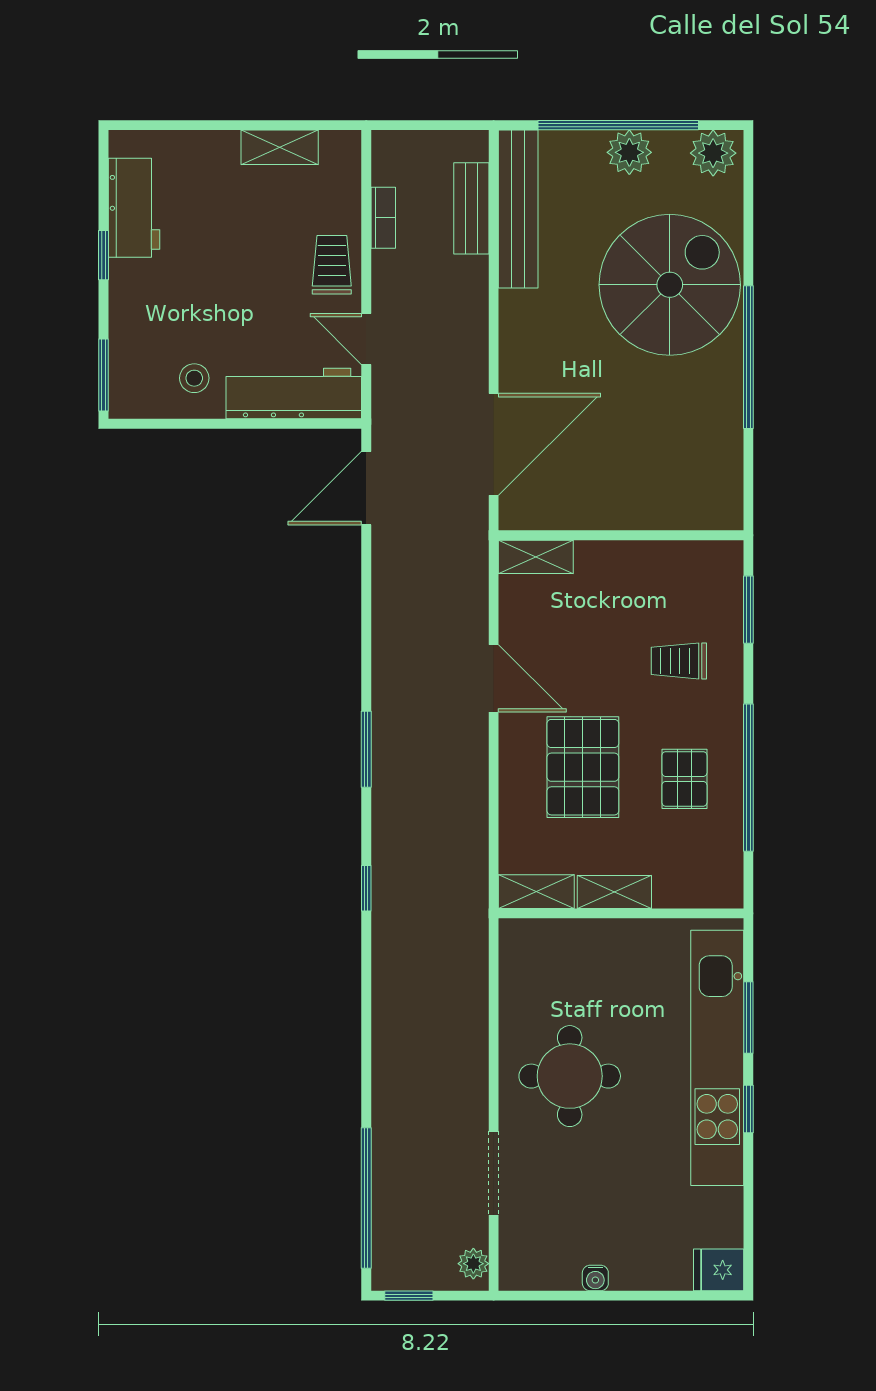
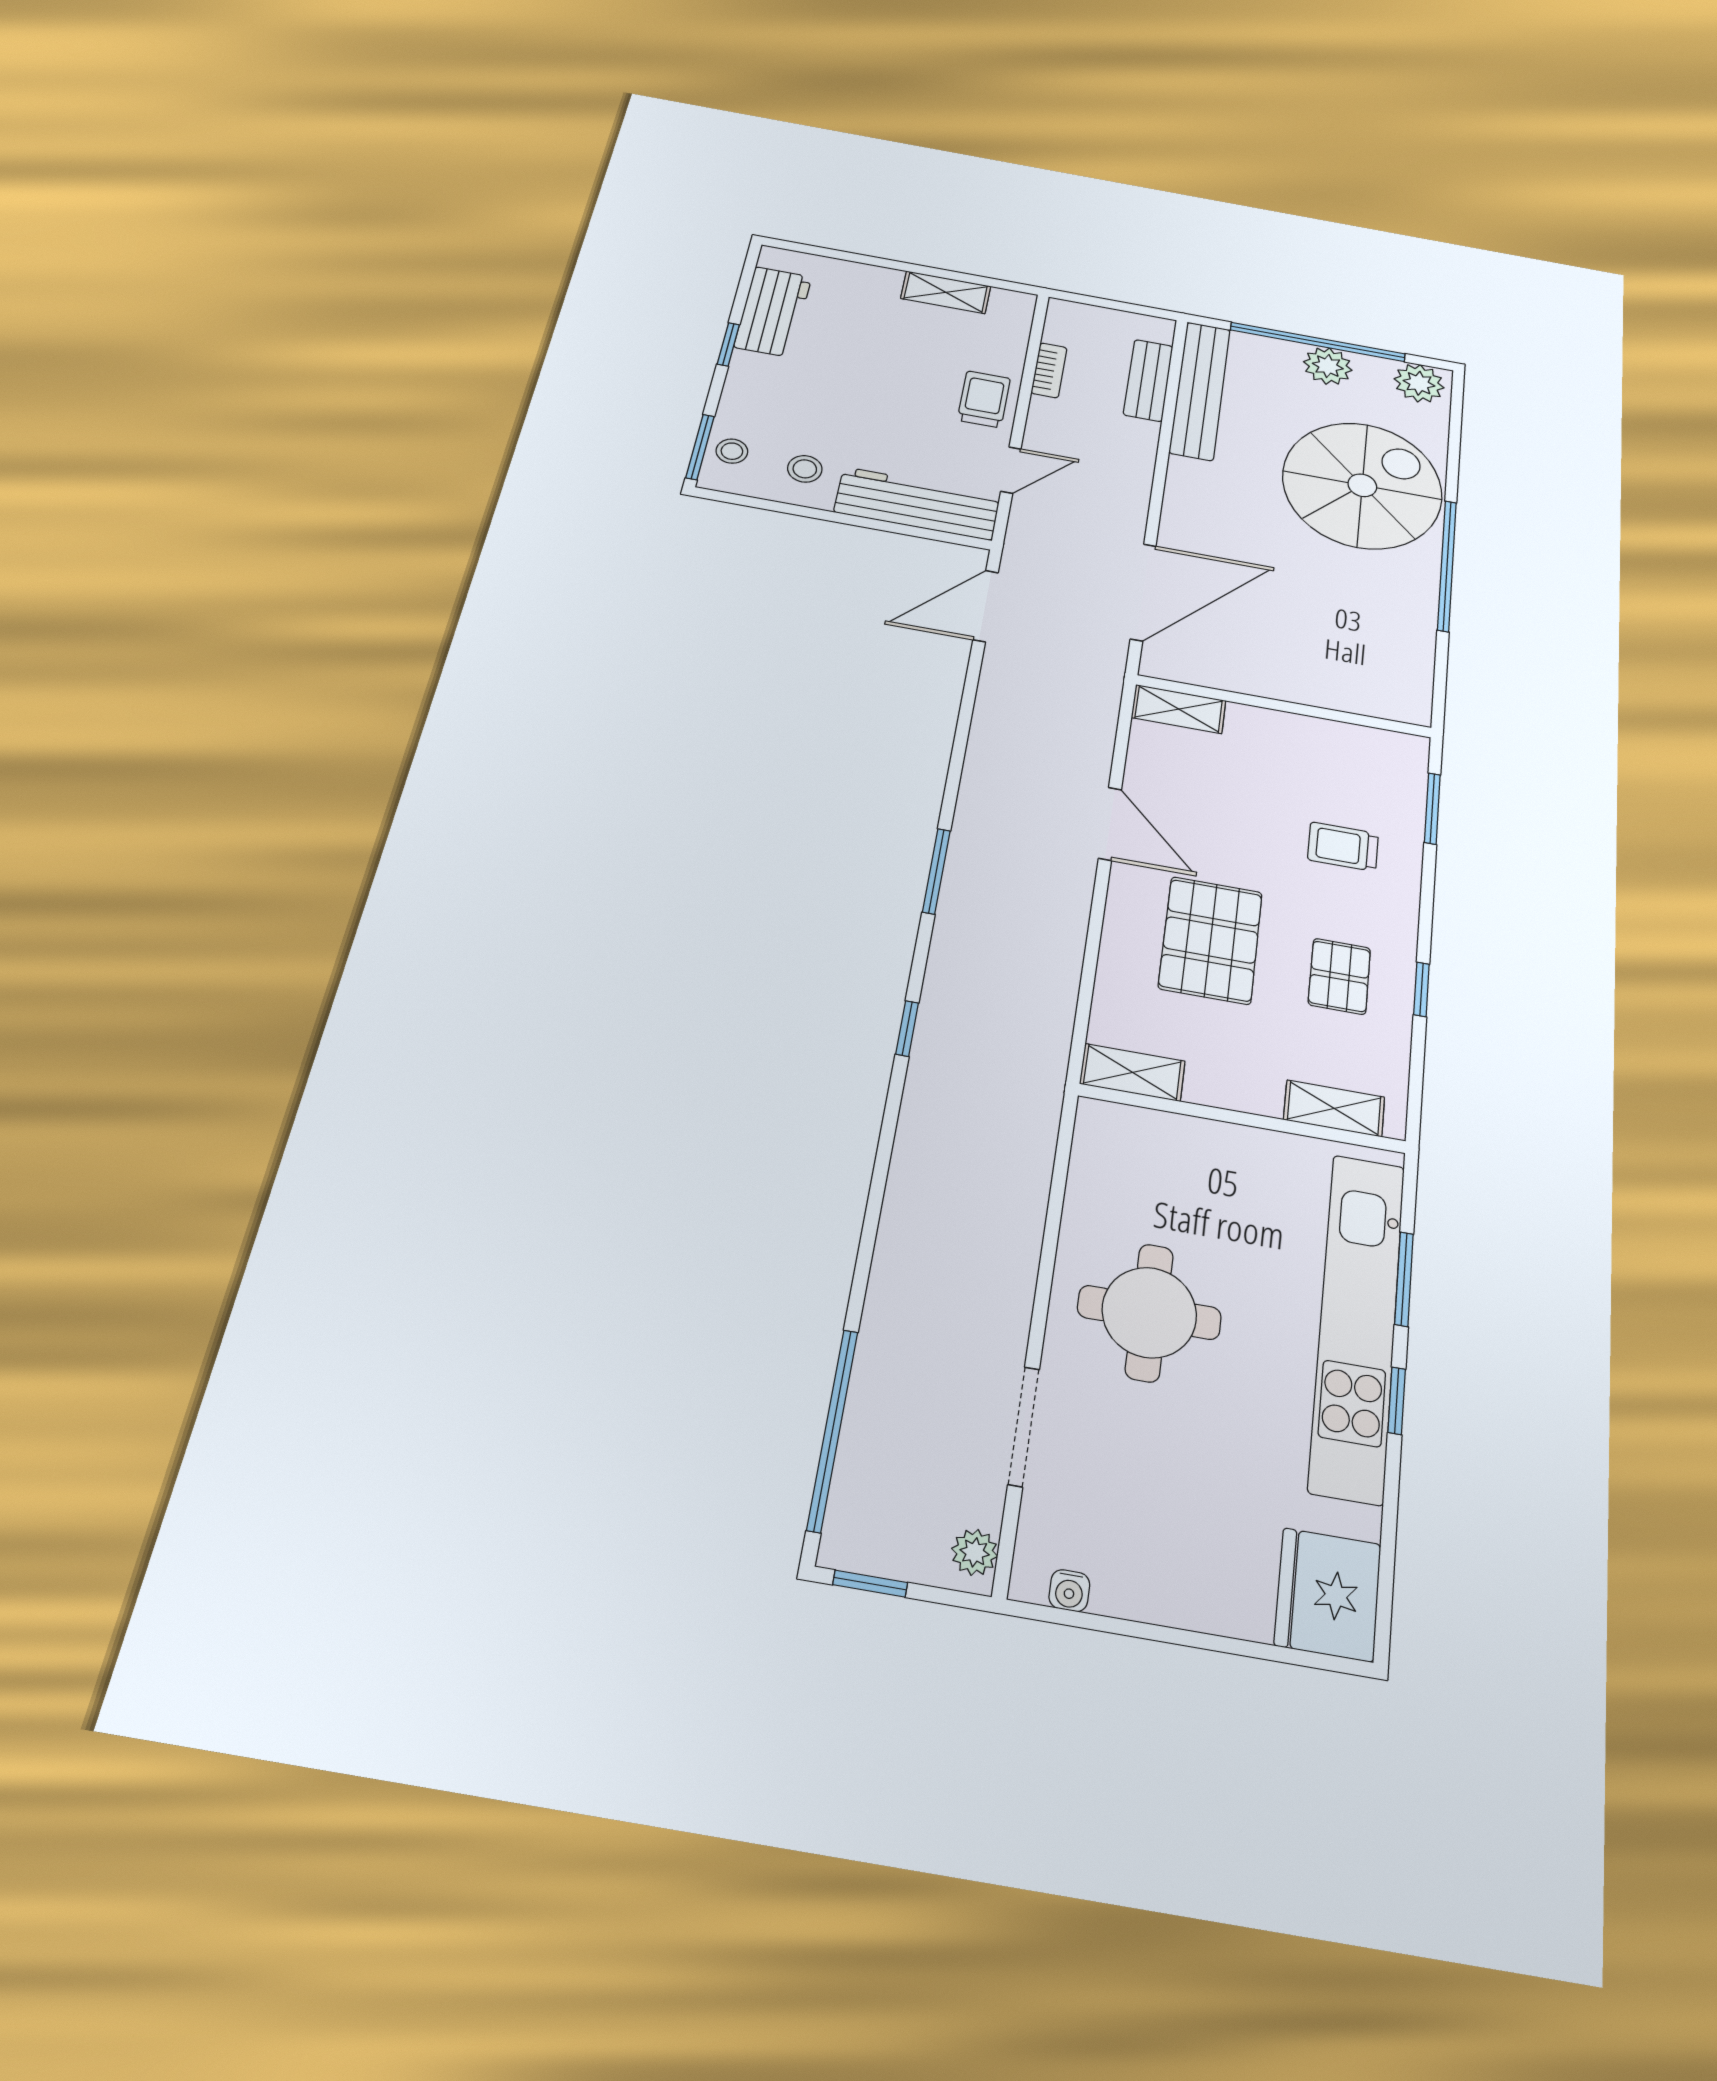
door: (366, 339) -> (1011, 470), swing flipped
stool: (131, 373) -> (732, 451), added
window: (748, 778) -> (1421, 989), width x0.32
shelving: (614, 892) -> (1334, 1108), moved
fridge: (719, 1270) -> (1328, 1594), width x1.88, depth x1.34
water cooler: (595, 1278) -> (1069, 1591), moved

